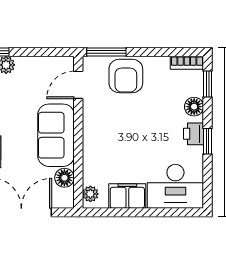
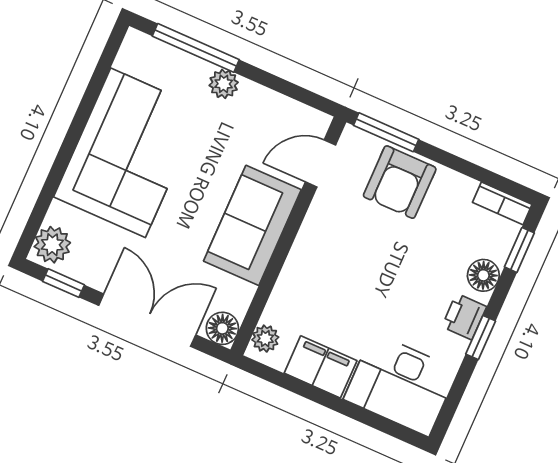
floor lamp: (64, 178) -> (222, 328), moved

